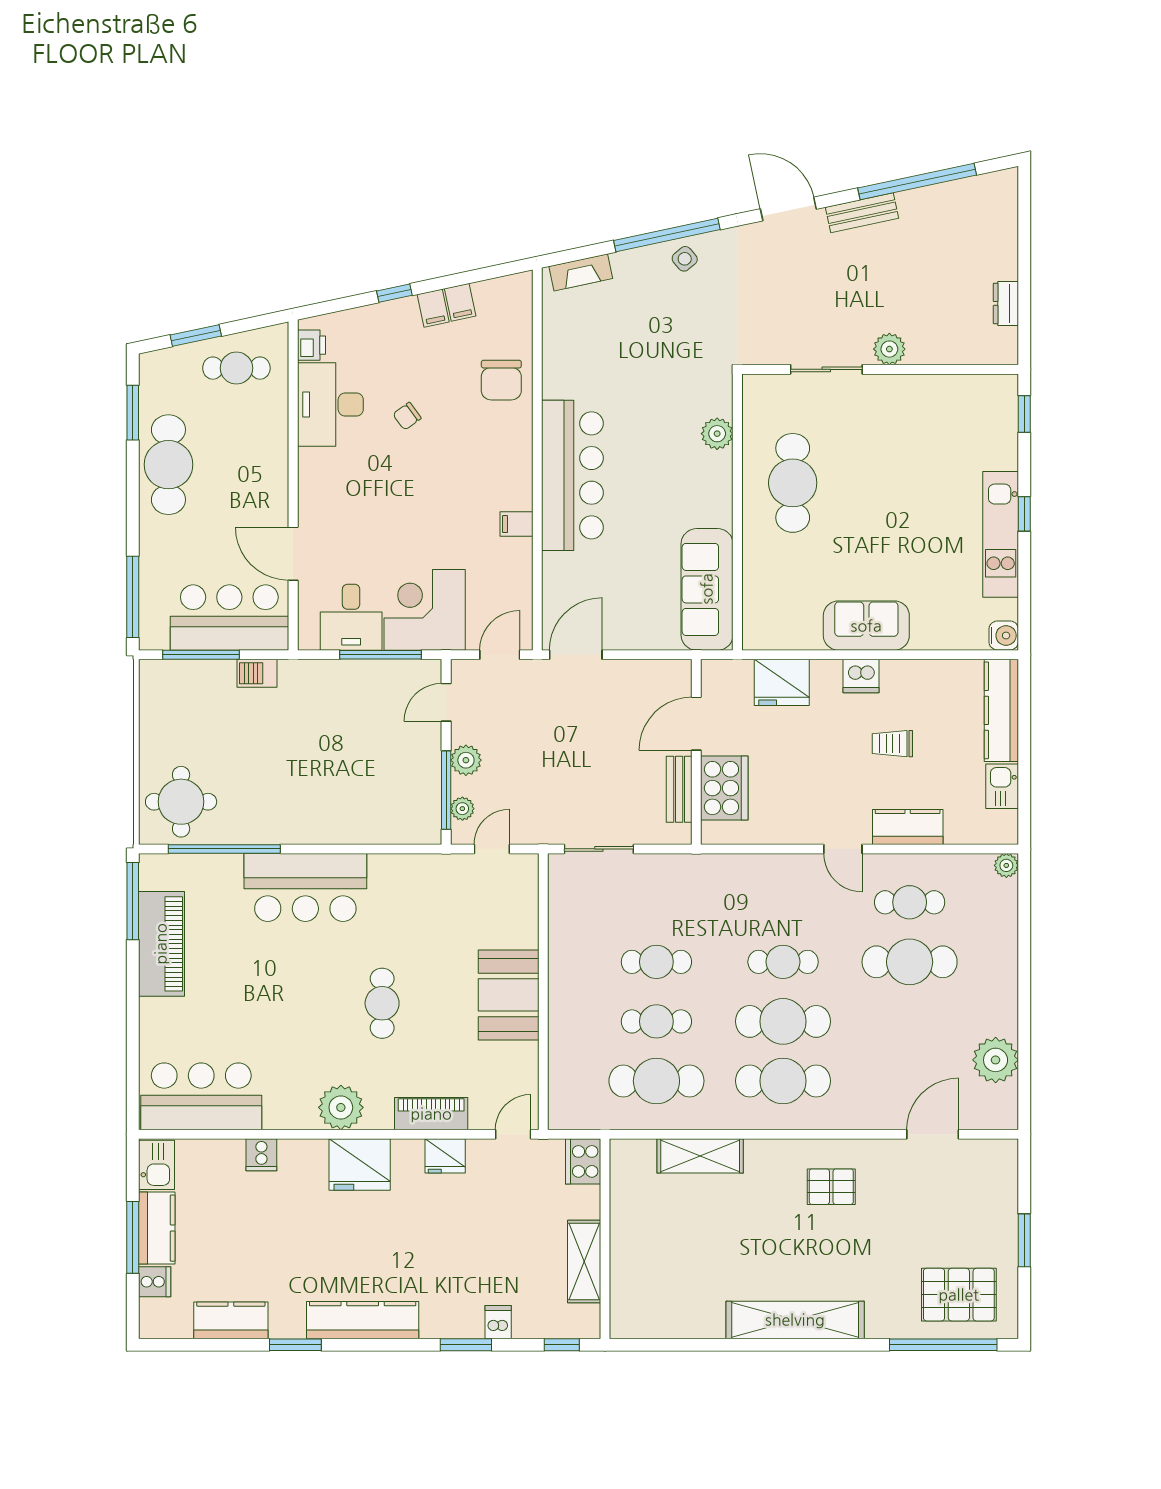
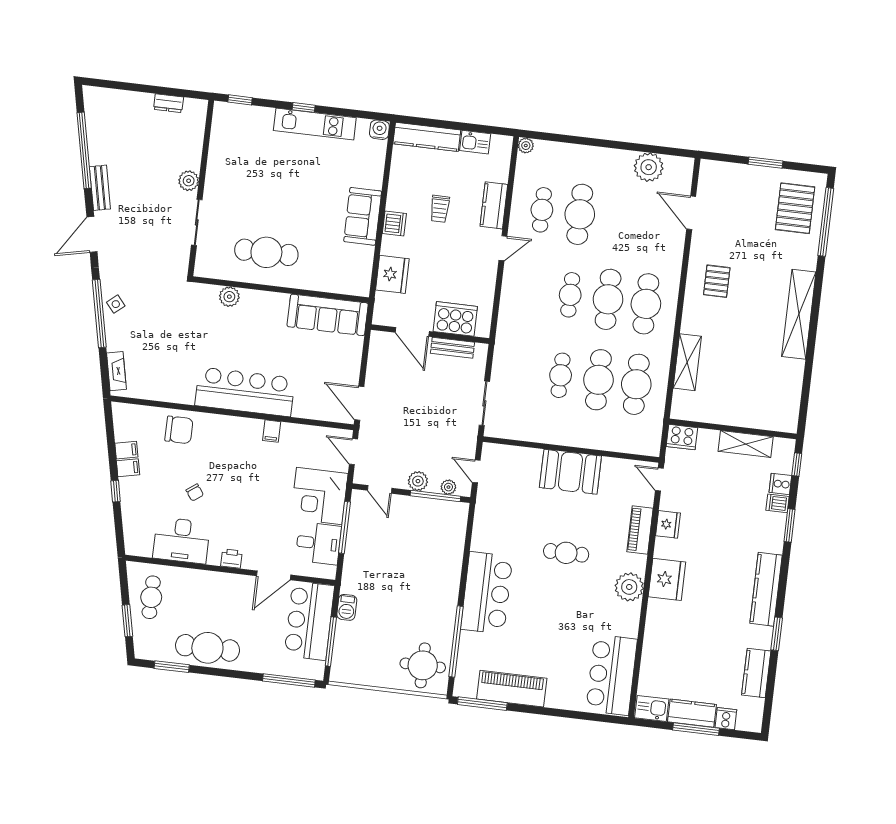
printer: (311, 345) -> (231, 558), moved
cafe table: (656, 1021) -> (598, 380), width x1.37, depth x1.35
cooker: (261, 1155) -> (780, 484), moved, turned 180

